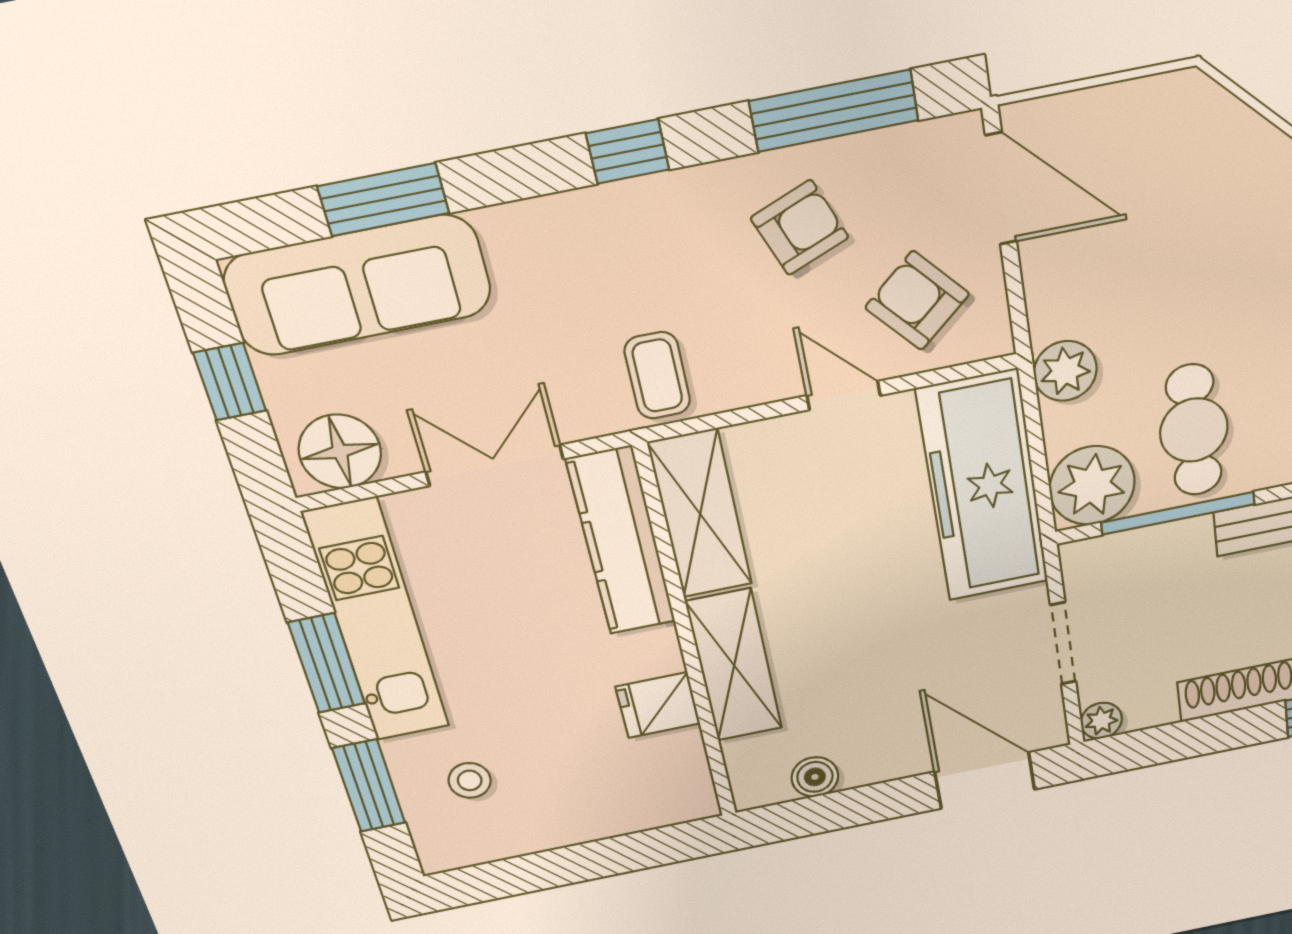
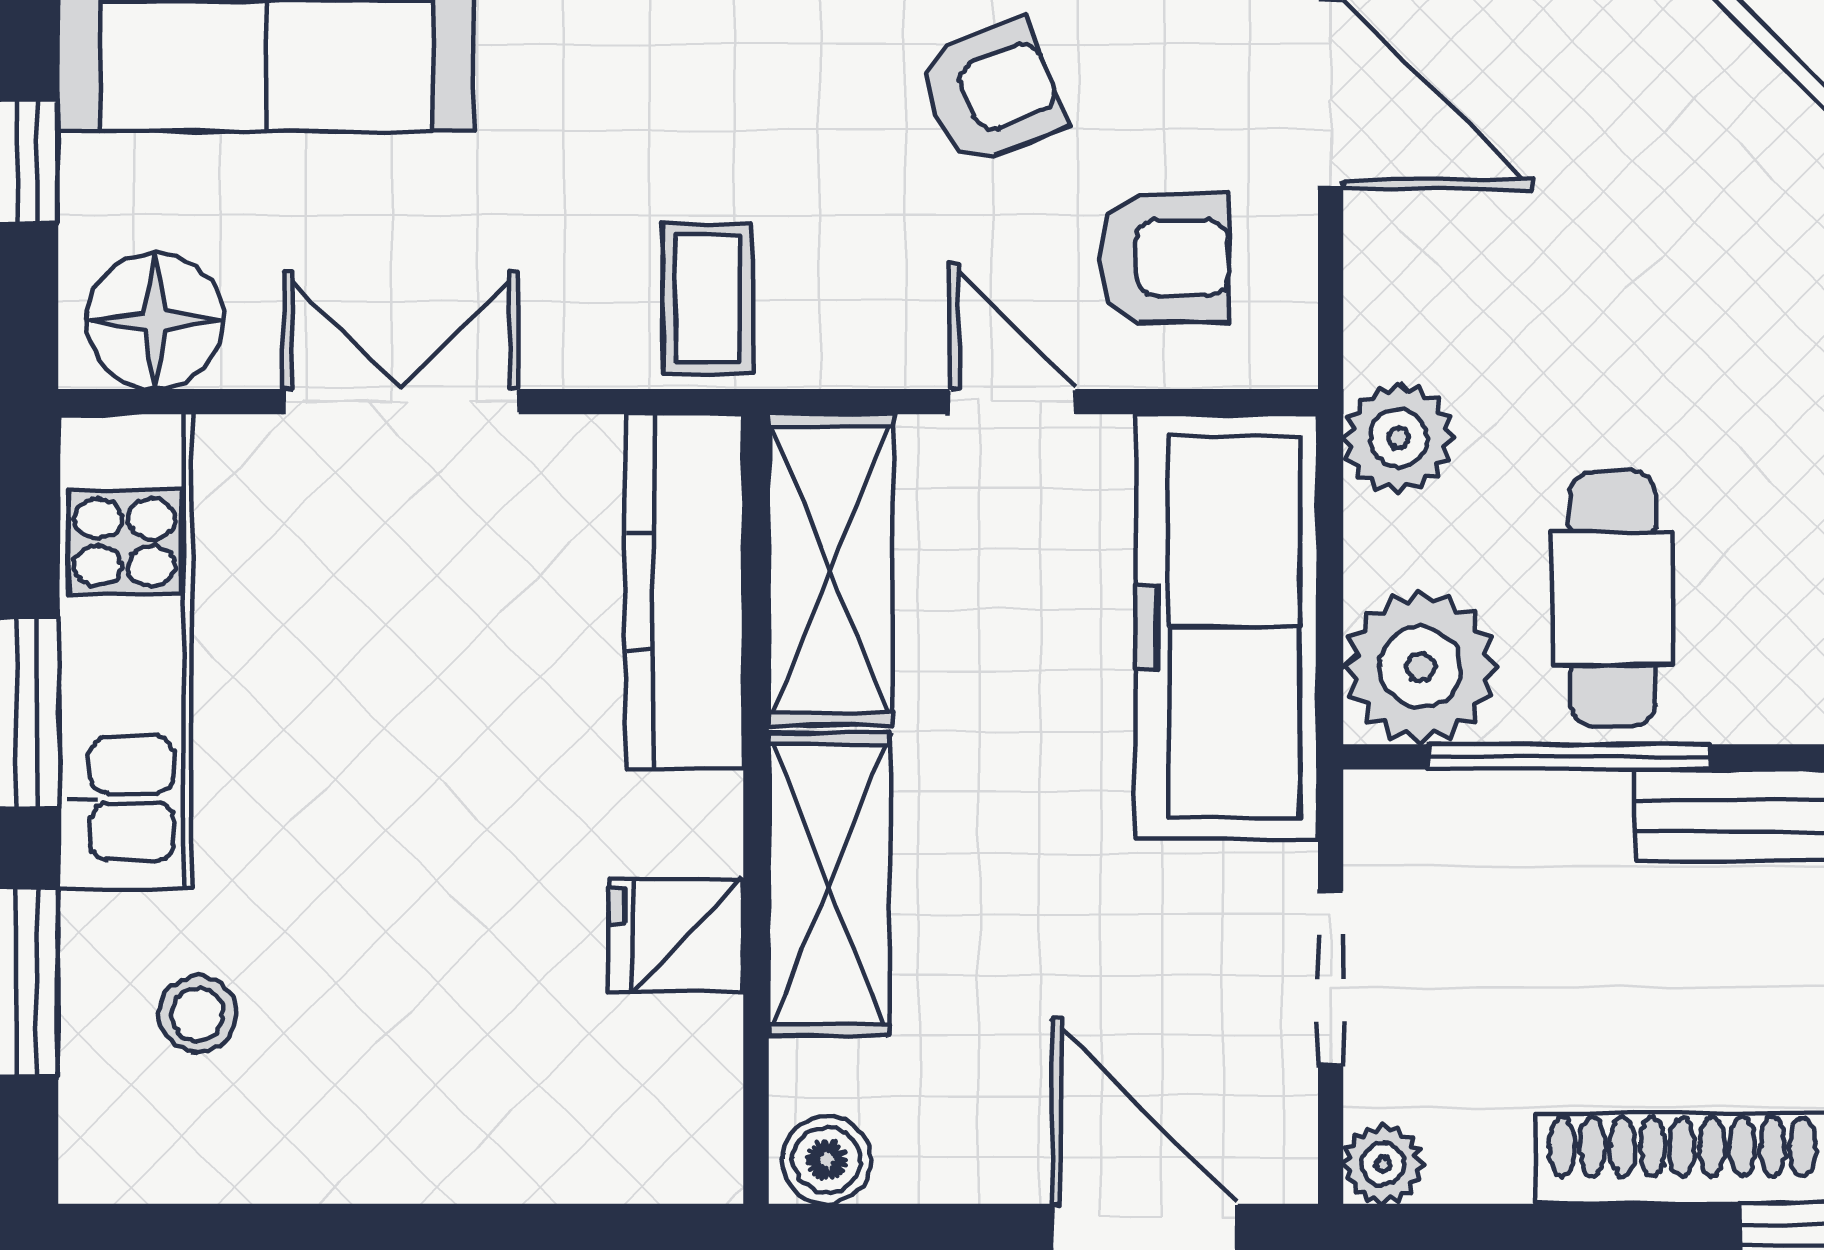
armchair: (917, 301) -> (1164, 258), turned 131
shelving: (700, 514) -> (831, 569), moved
kitchen counter: (621, 541) -> (684, 591), moved
wall: (686, 638) -> (756, 809), moved
shelving: (734, 665) -> (829, 885), moved
fridge: (658, 705) -> (676, 935), moved

